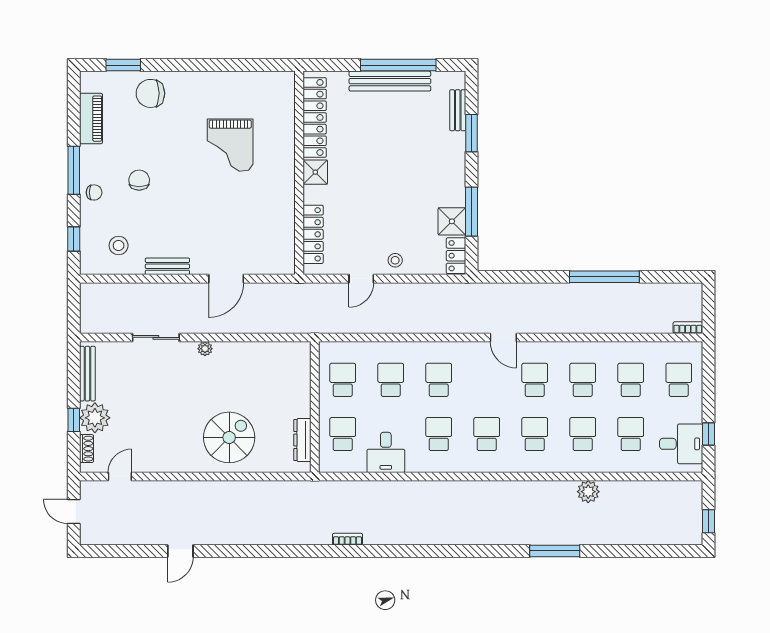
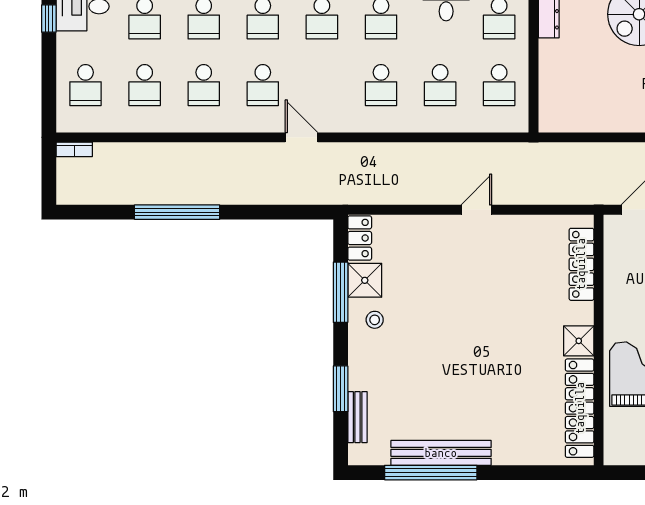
locker: (315, 117) -> (580, 408), moved
shower: (315, 172) -> (579, 341), moved
wall: (299, 173) -> (599, 340), moved
locker: (313, 234) -> (581, 264), moved
stool: (395, 260) -> (375, 320), moved

